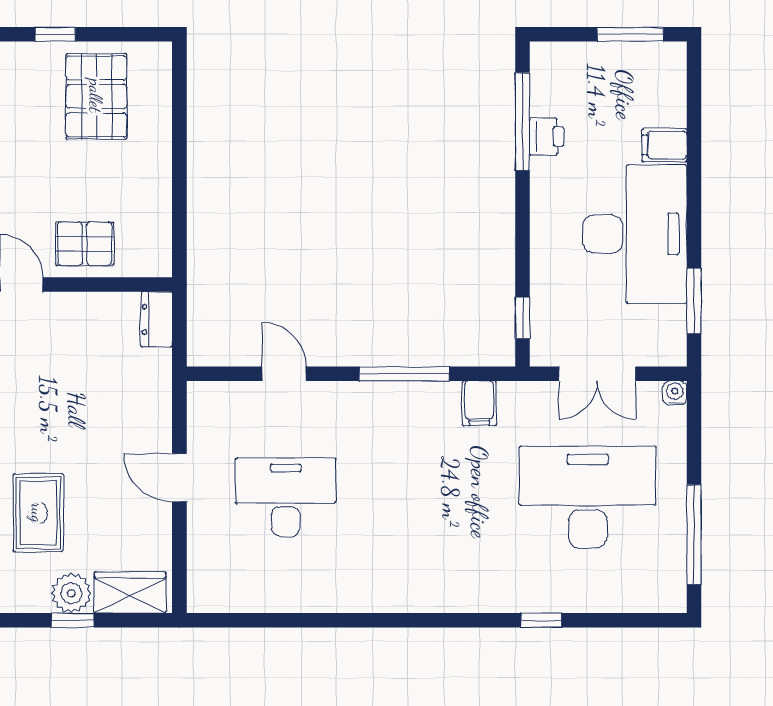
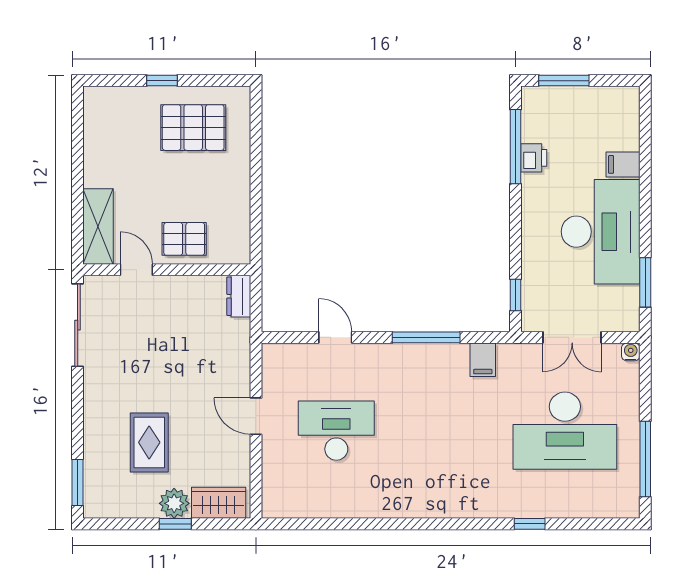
window: (630, 34) -> (564, 81), moved
pallet: (96, 96) -> (193, 128), turned 90
desk: (588, 497) -> (565, 431), turned 180

